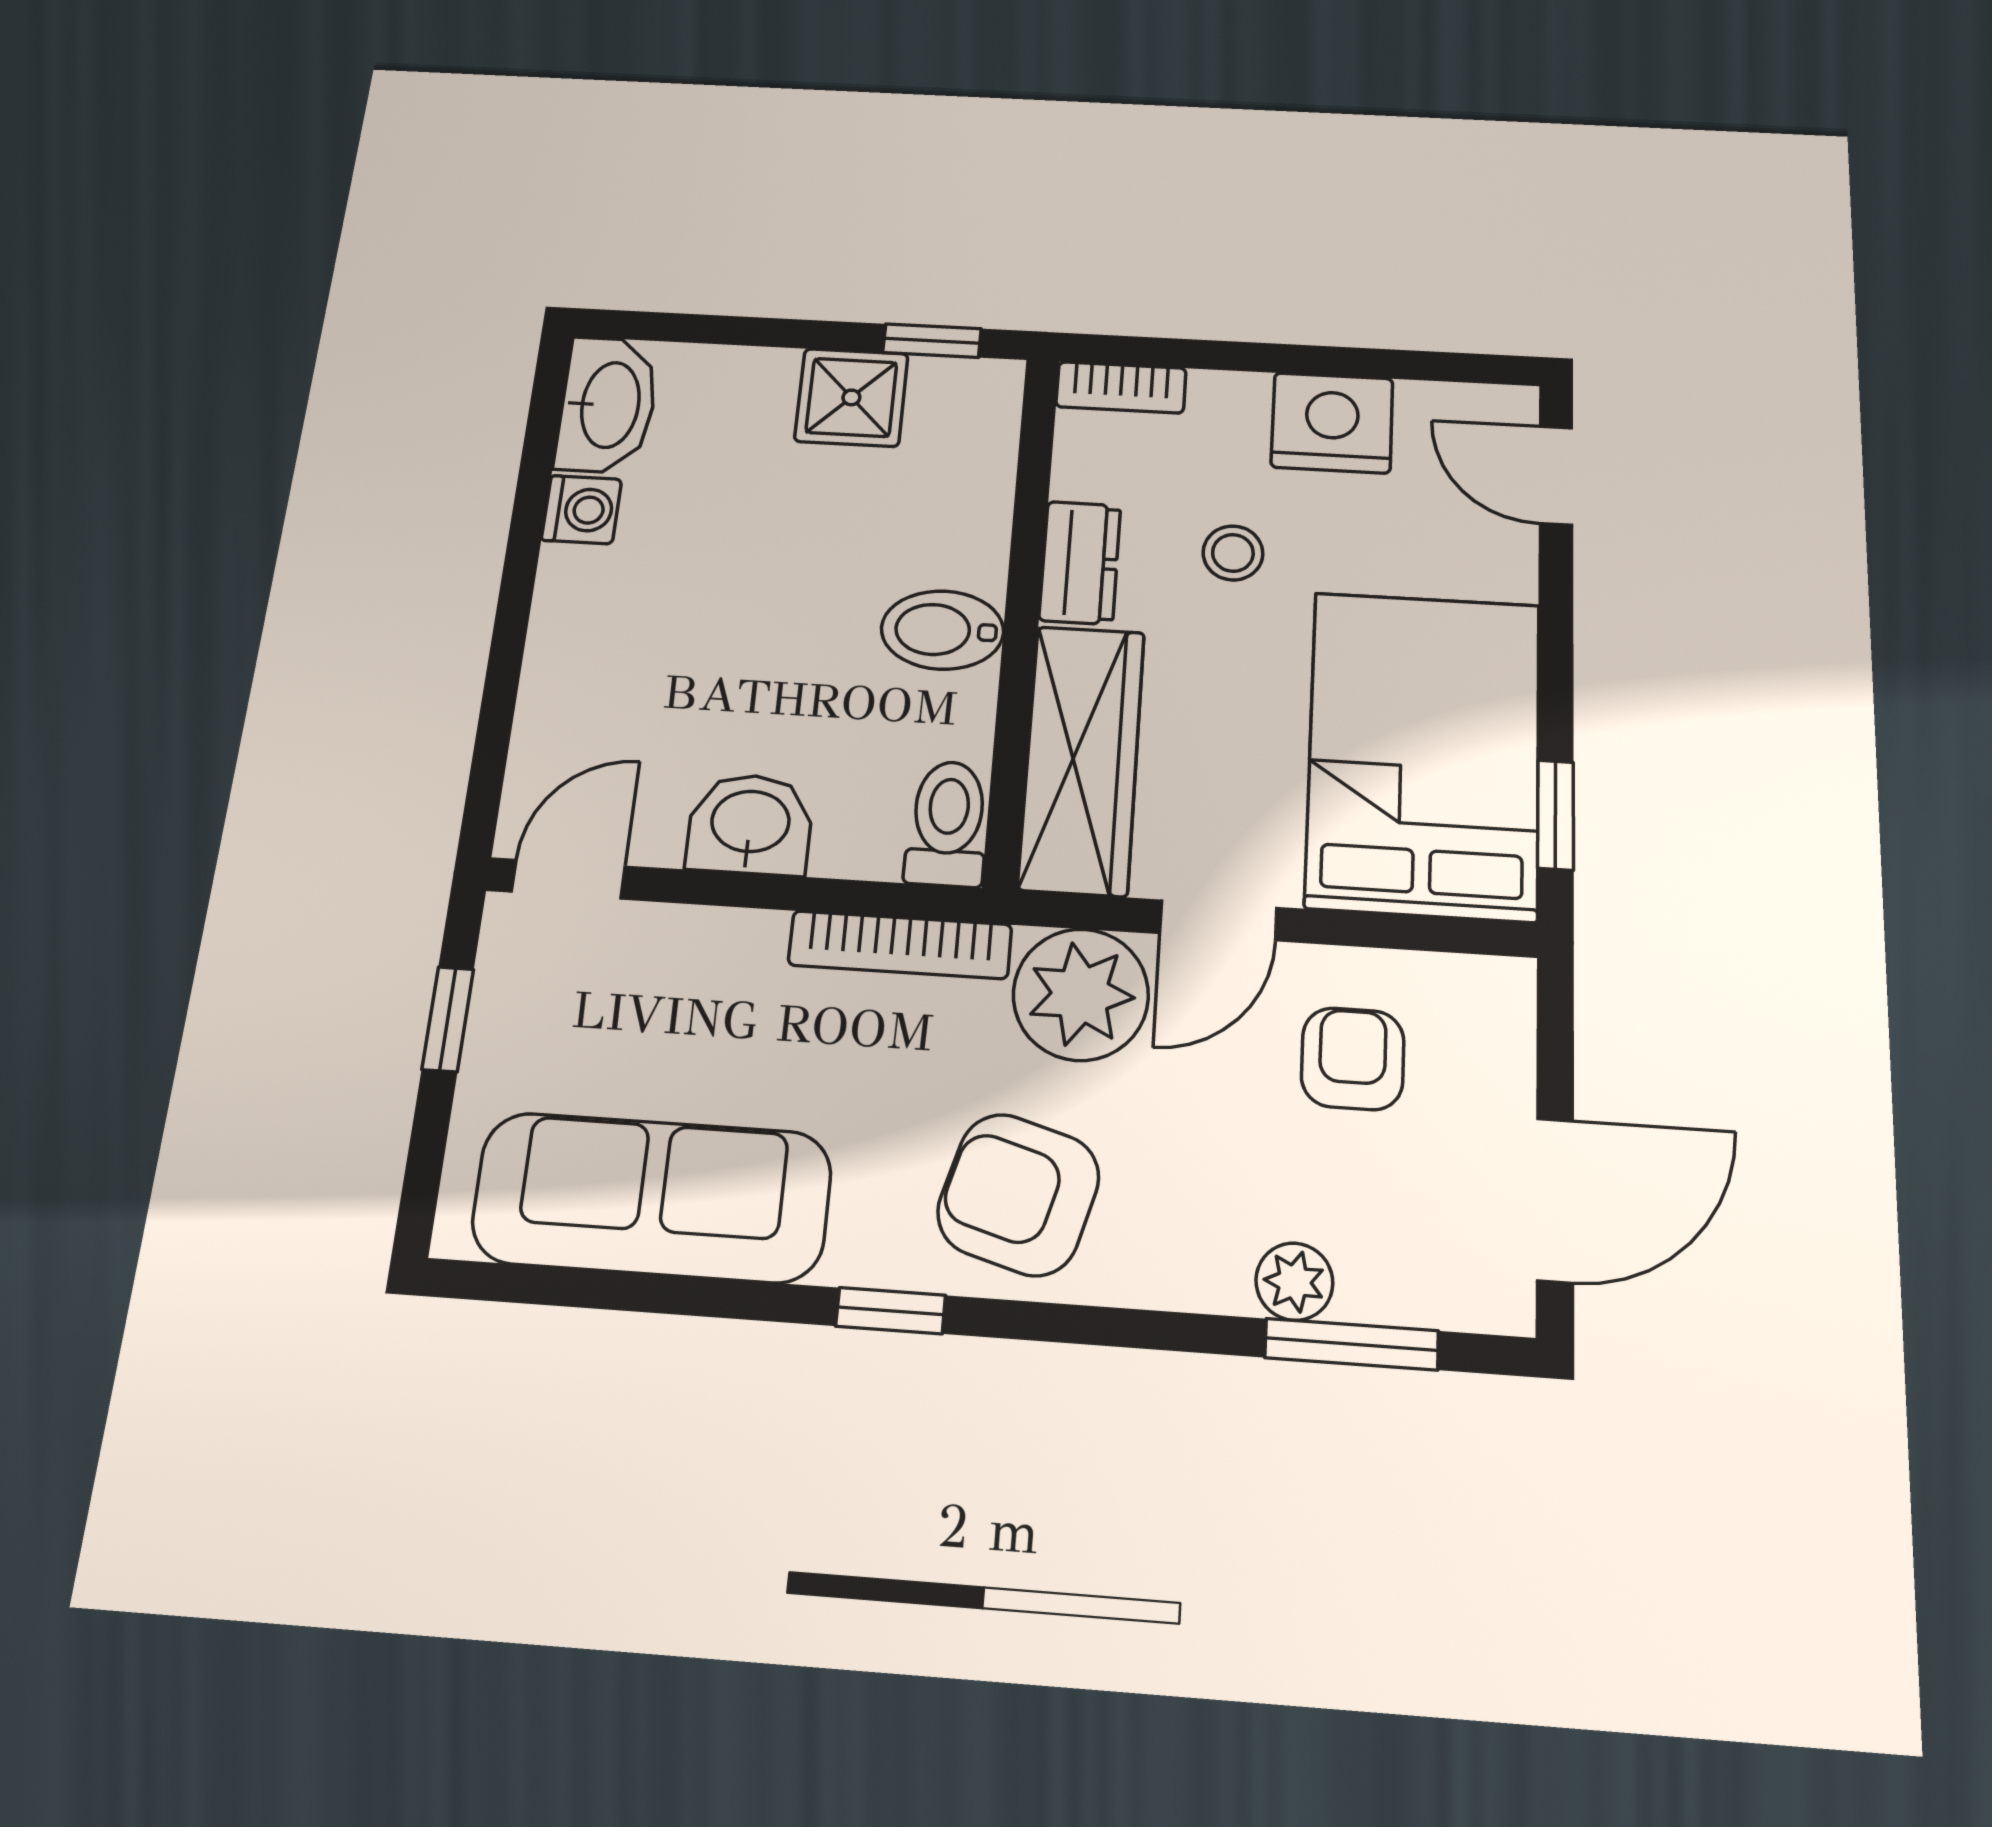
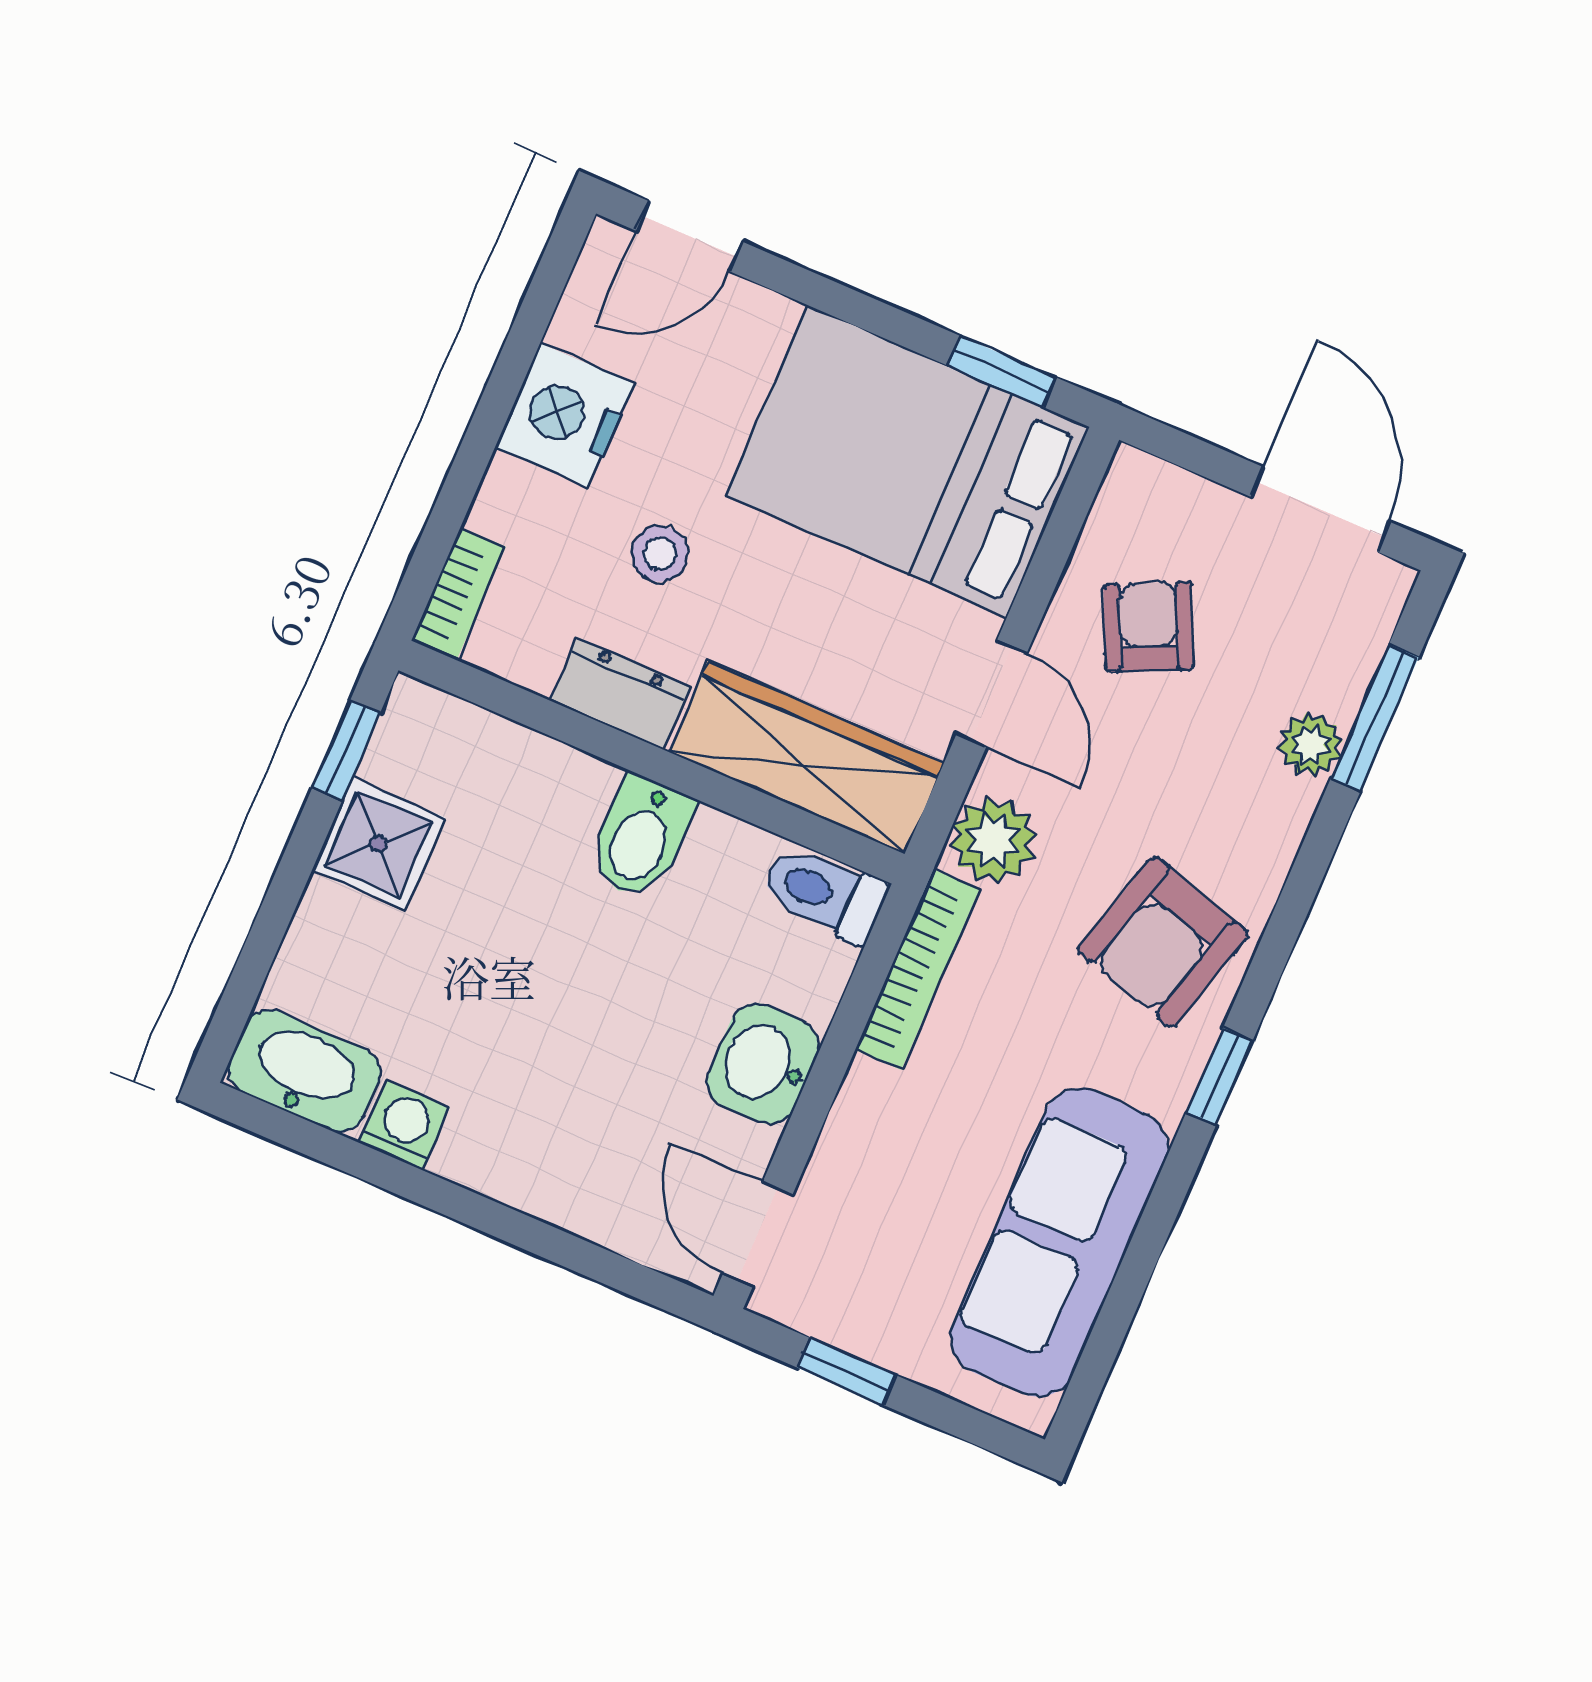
plant: (1081, 994) -> (993, 840), width x0.73, depth x0.73
armchair: (1353, 1059) -> (1148, 627), turned 65

